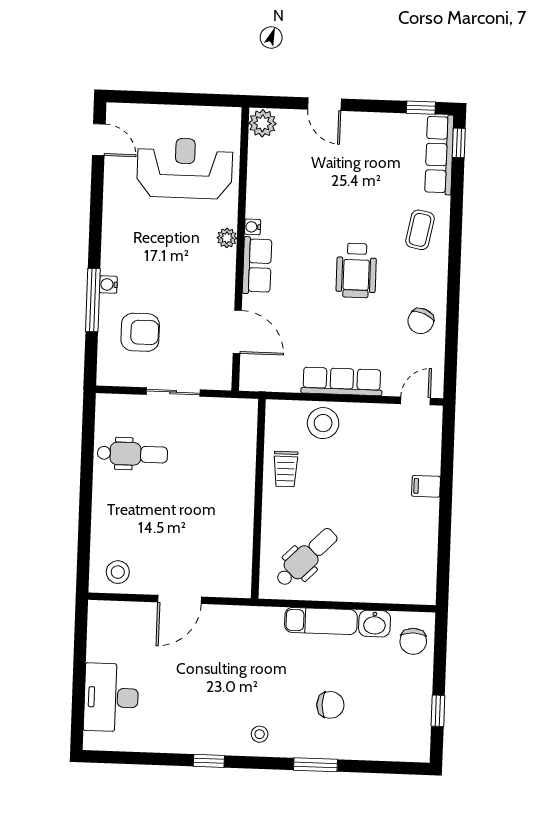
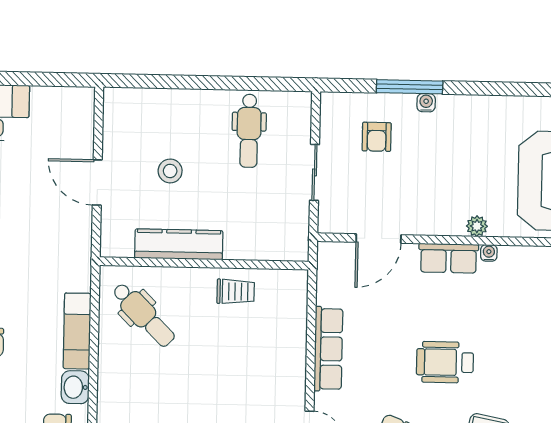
armchair: (140, 332) -> (377, 137), width x0.72, depth x0.72
stool: (323, 423) -> (284, 330), removed
trolley: (286, 469) -> (236, 291), turned 180
kitchen counter: (240, 523) -> (179, 244), added
stool: (118, 572) -> (170, 171), moved

